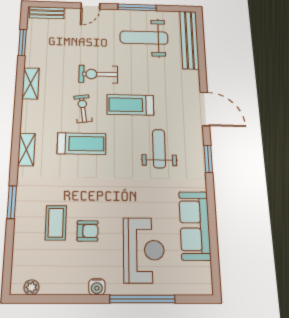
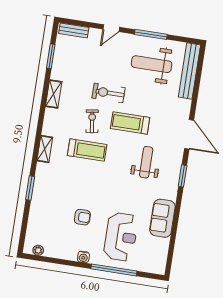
coffee table: (56, 223) -> (60, 208), removed
sofa: (195, 226) -> (162, 218), width x0.73

